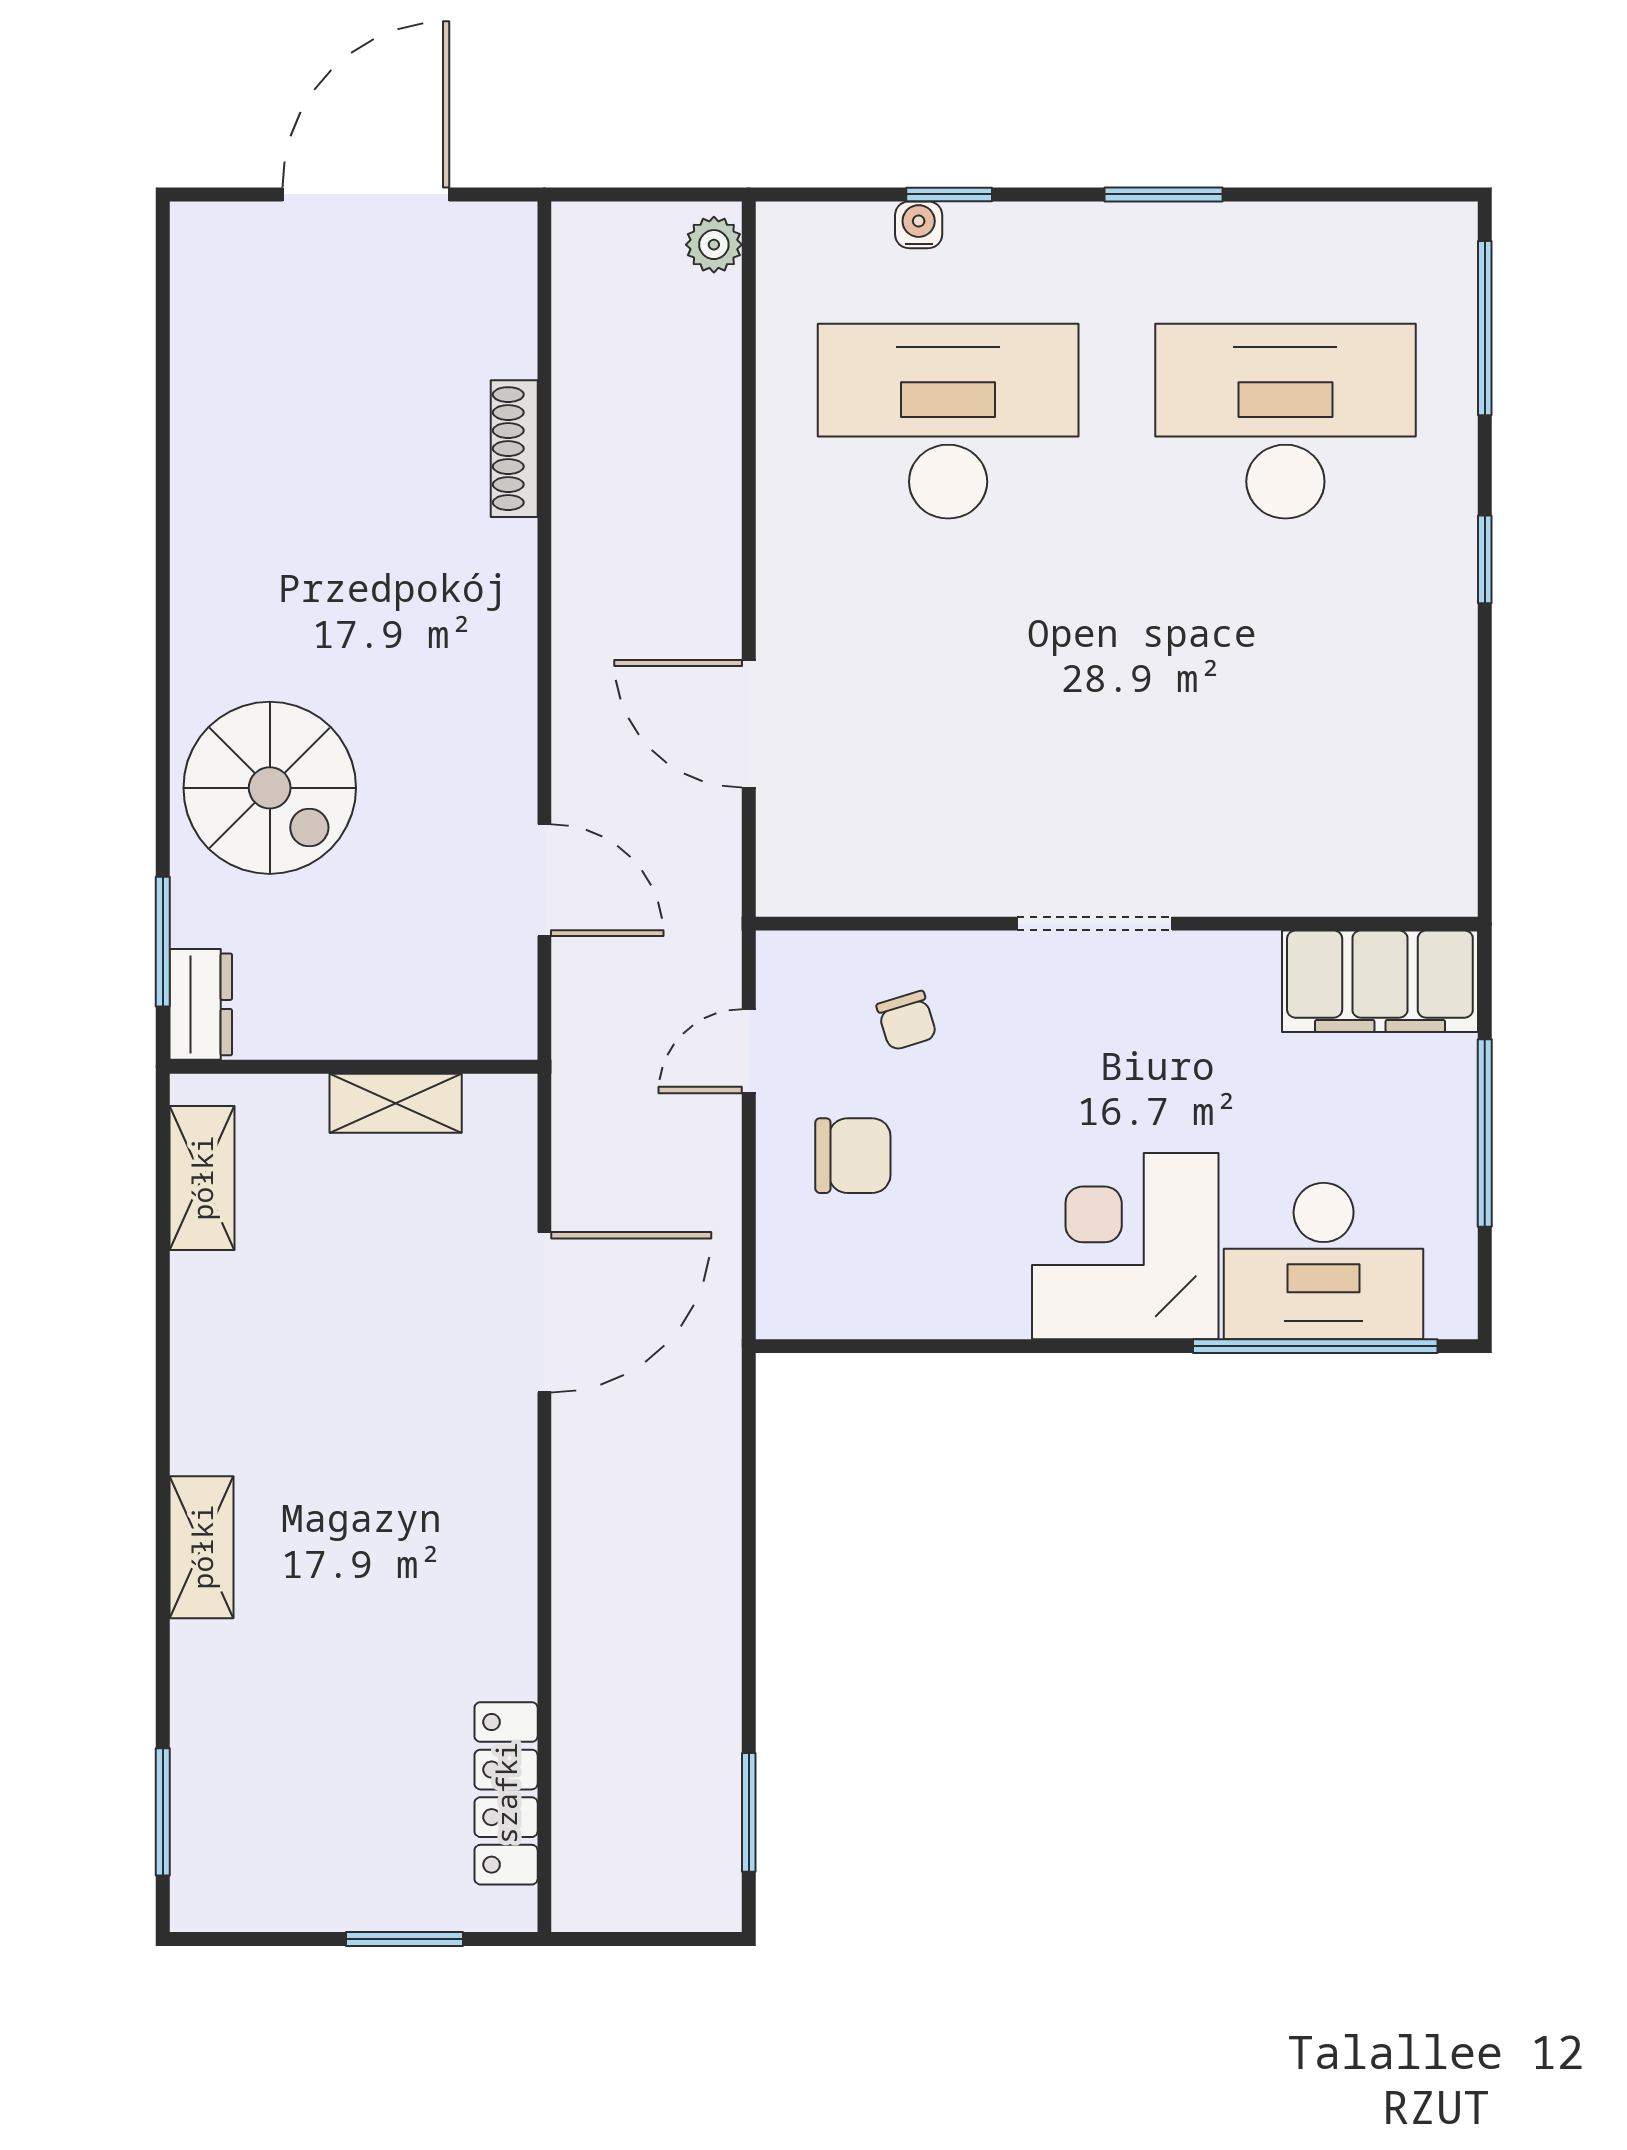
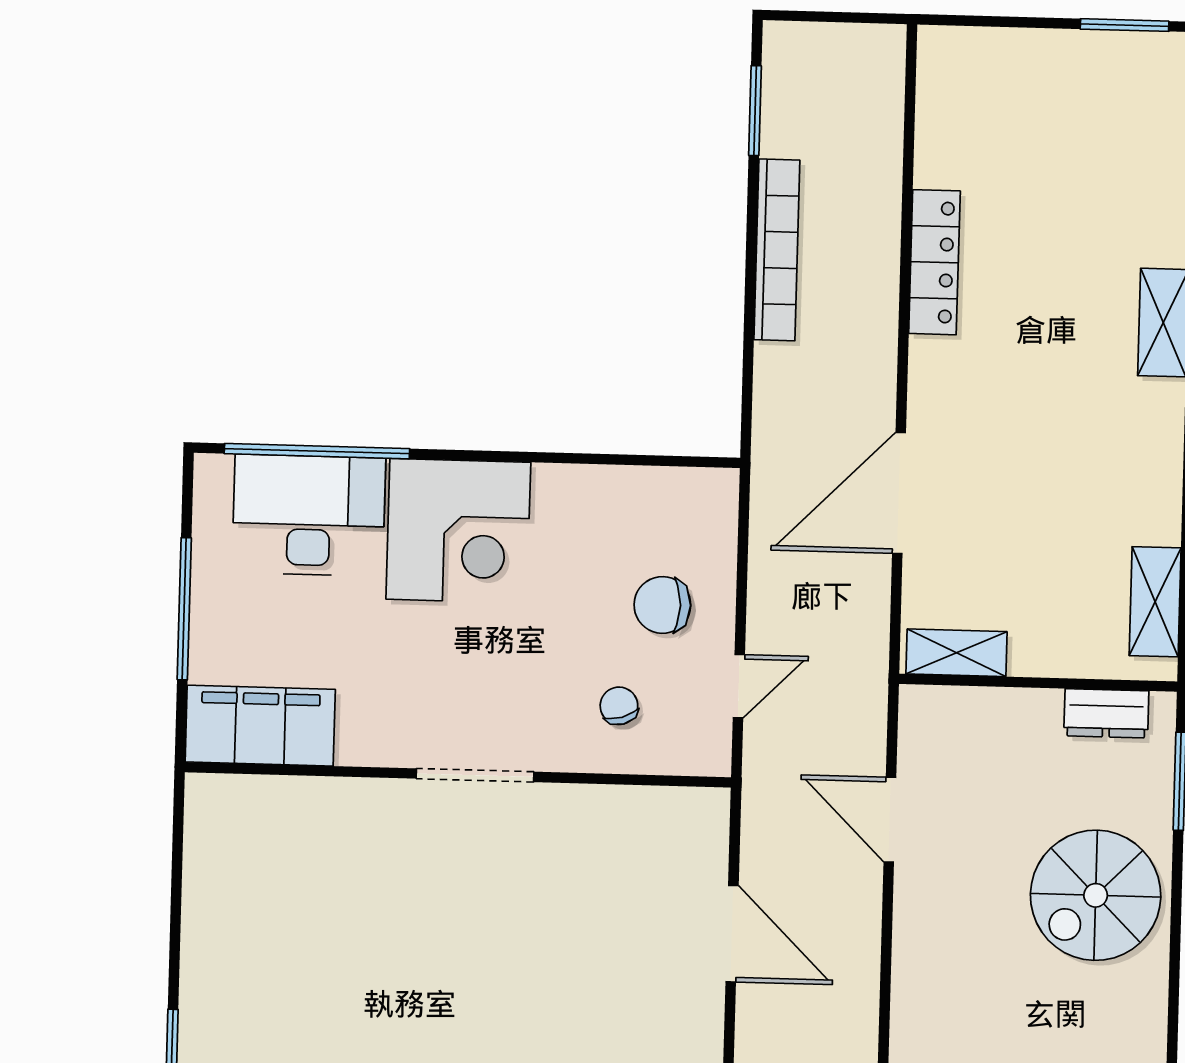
spiral stairs: (270, 788) -> (1096, 895), turned -90
dresser: (201, 1004) -> (1106, 713), moved, turned -90
shelving: (396, 1103) -> (957, 653), moved
bookcase: (715, 1629) -> (777, 250), added
locker: (506, 1793) -> (934, 262), moved
window: (404, 1939) -> (1125, 25), moved

